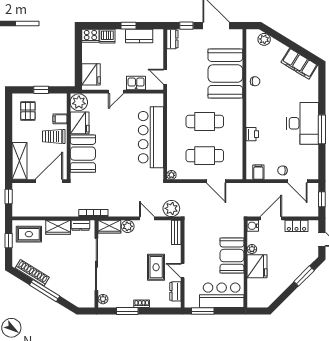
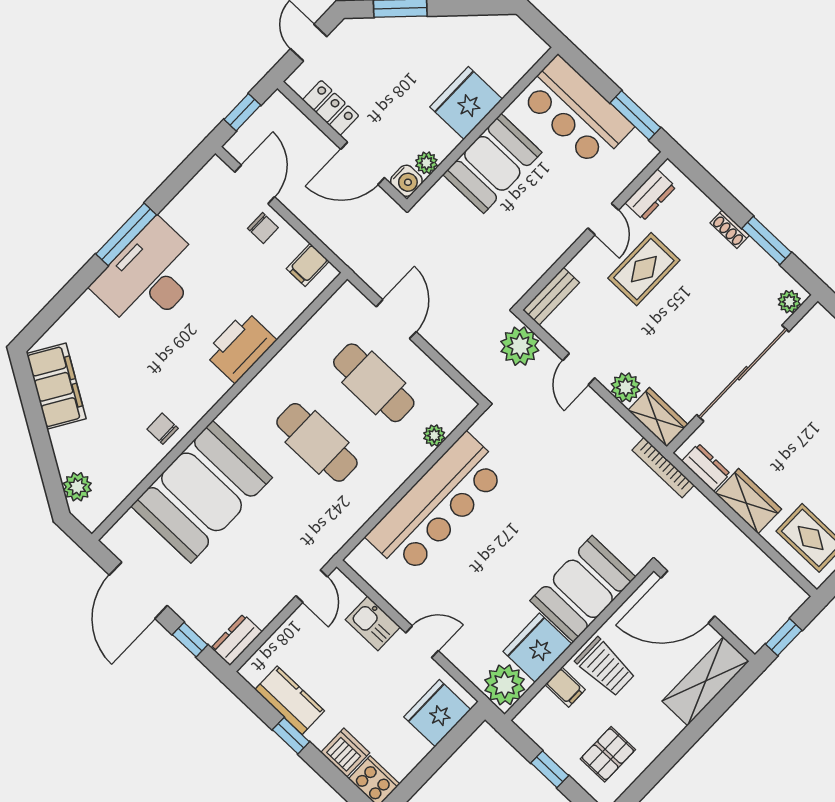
printer: (252, 134) -> (240, 347), width x1.87, depth x1.48
plant: (171, 175) -> (434, 436), moved
plant: (252, 249) -> (426, 163), moved

